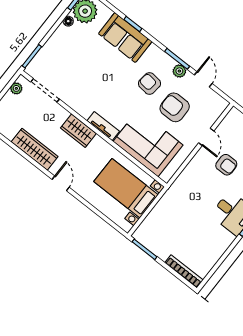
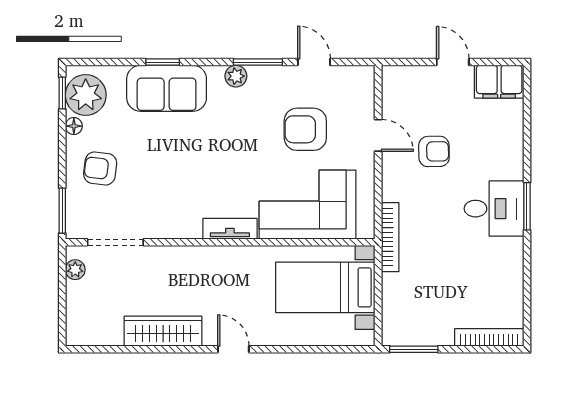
plant: (179, 71) -> (236, 76), moved
armchair: (150, 83) -> (100, 168), moved
wardrobe: (78, 131) -> (202, 261), removed
bookcase: (175, 189) -> (390, 237), added

